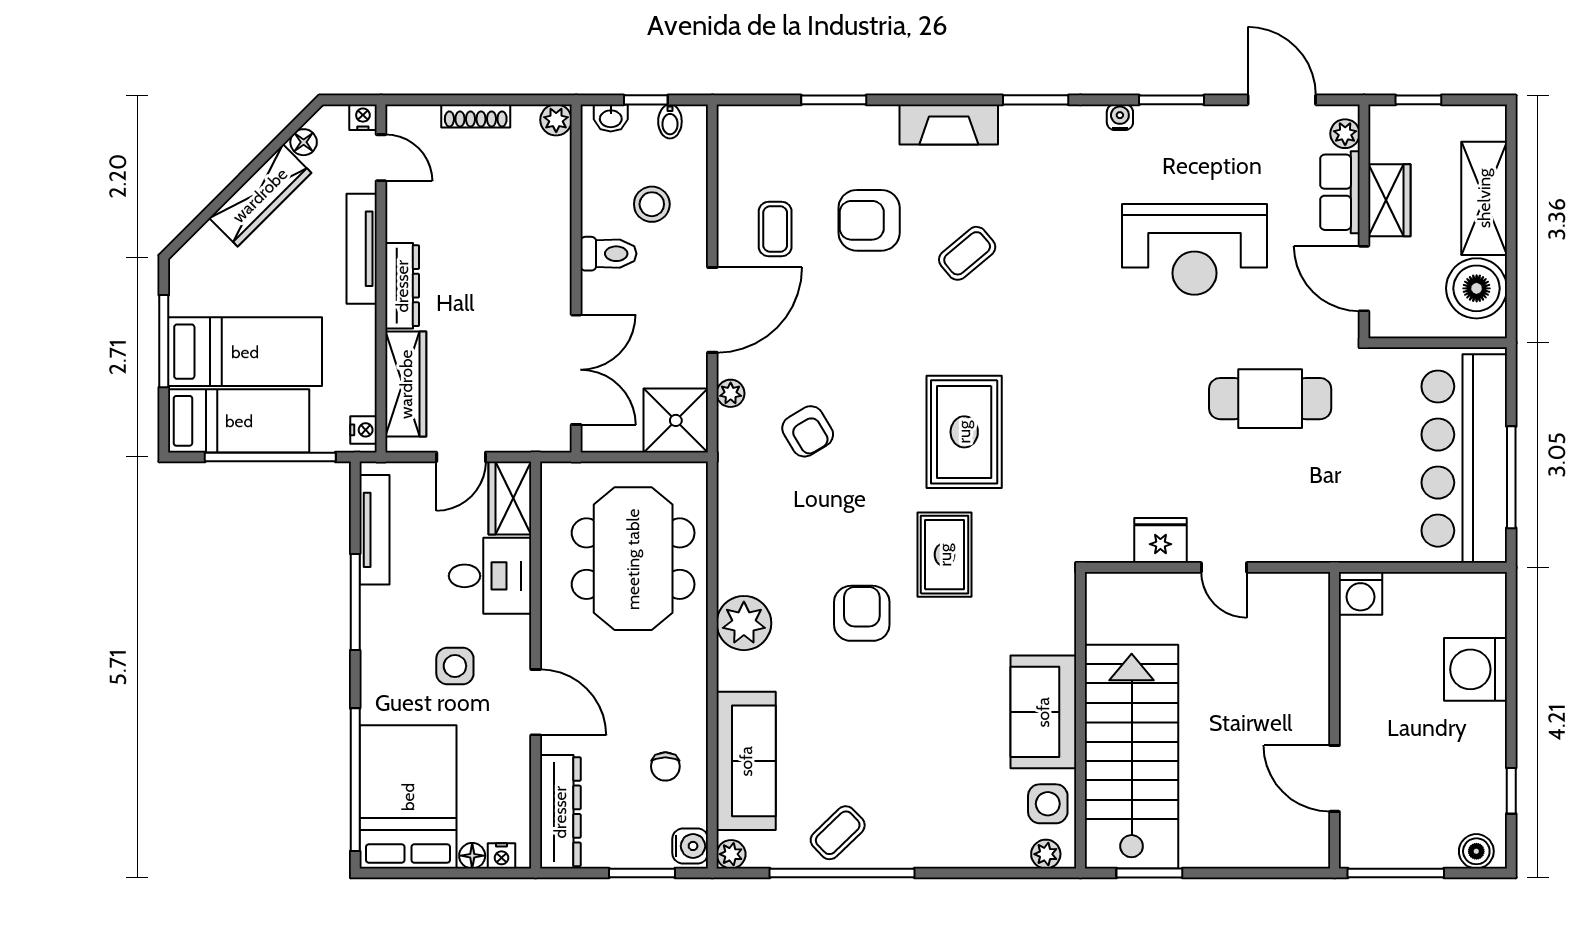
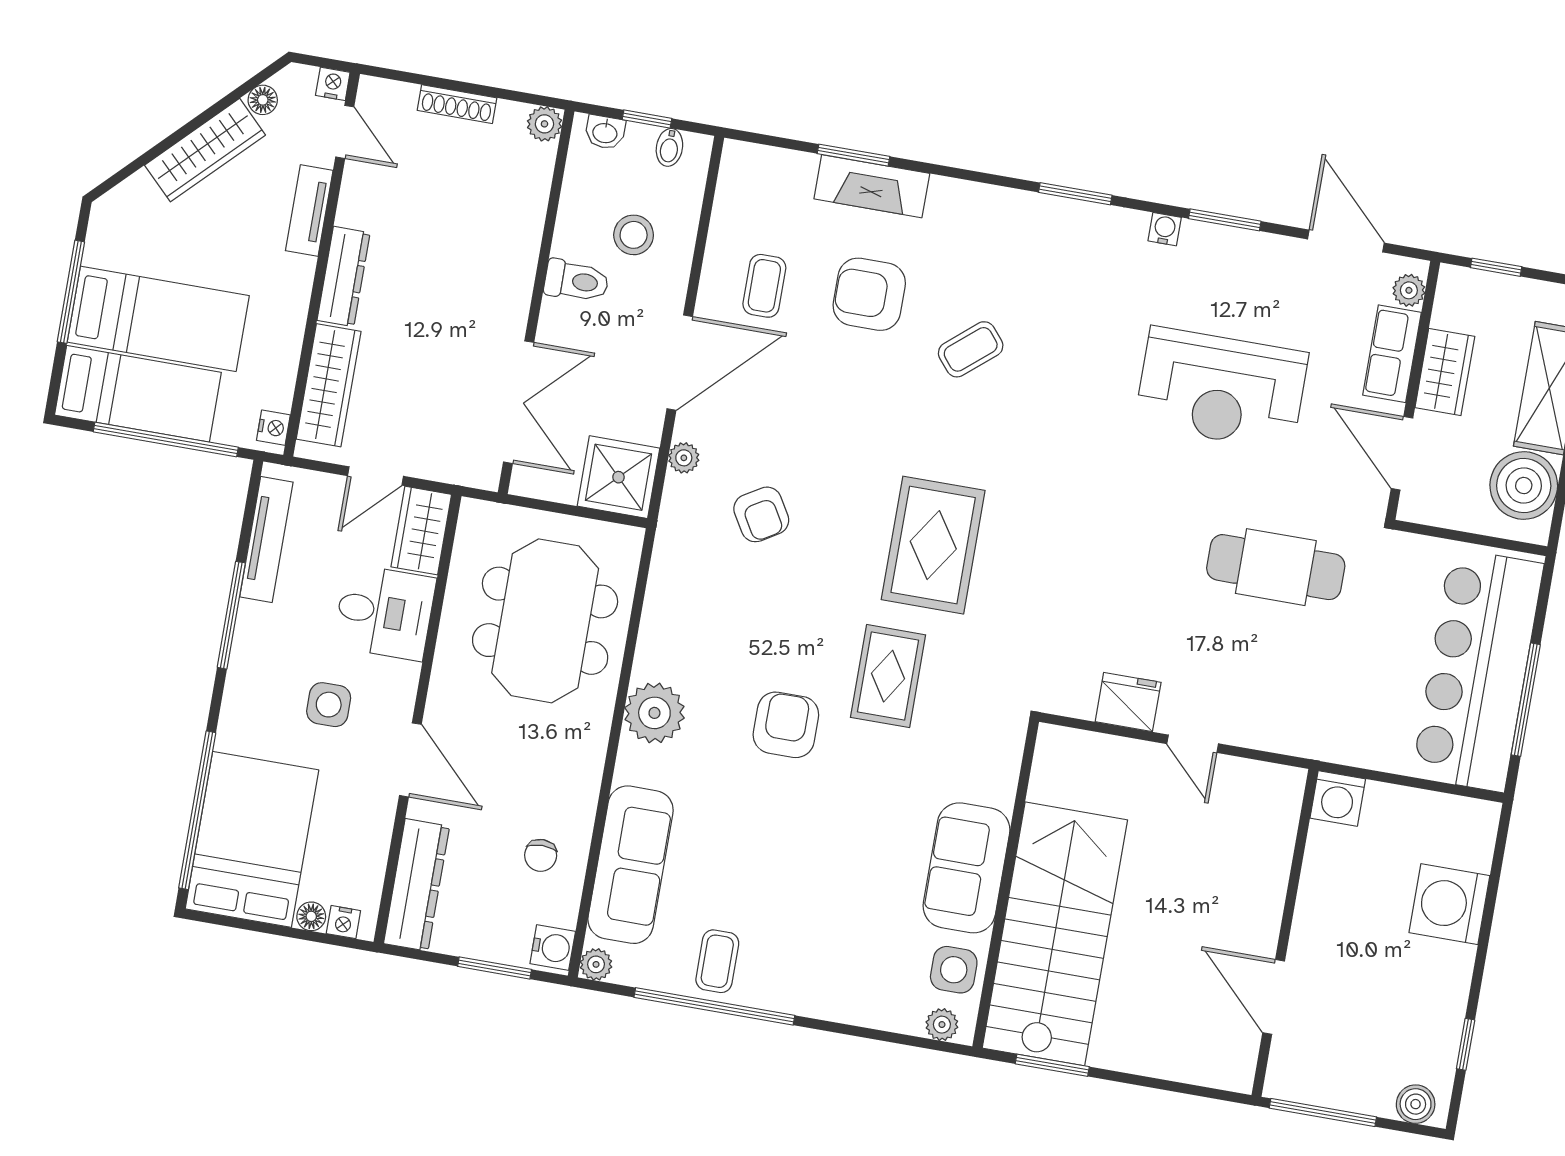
fireplace: (949, 124) -> (872, 186), moved
tv unit: (362, 249) -> (309, 211), width x0.71
coffee table: (838, 833) -> (717, 961), turned -46

